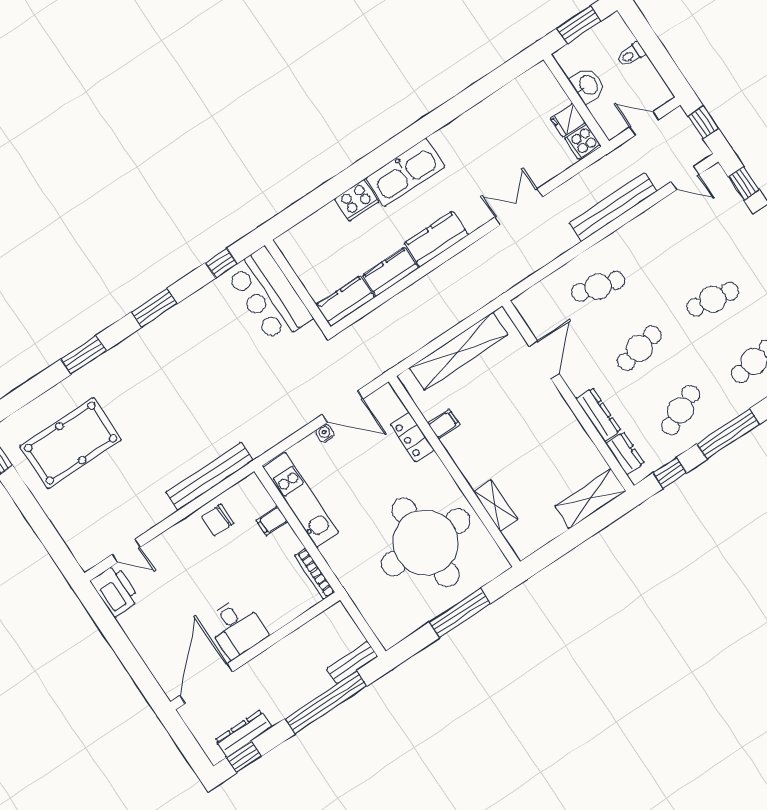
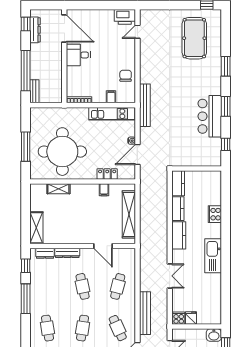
washbasin: (588, 85) -> (214, 335), moved
kitchen sink: (405, 172) -> (213, 256), moved
bar counter: (269, 295) -> (210, 116), moved, turned -90
cafe table: (681, 410) -> (118, 328), moved
bench: (209, 476) -> (145, 105), moved

